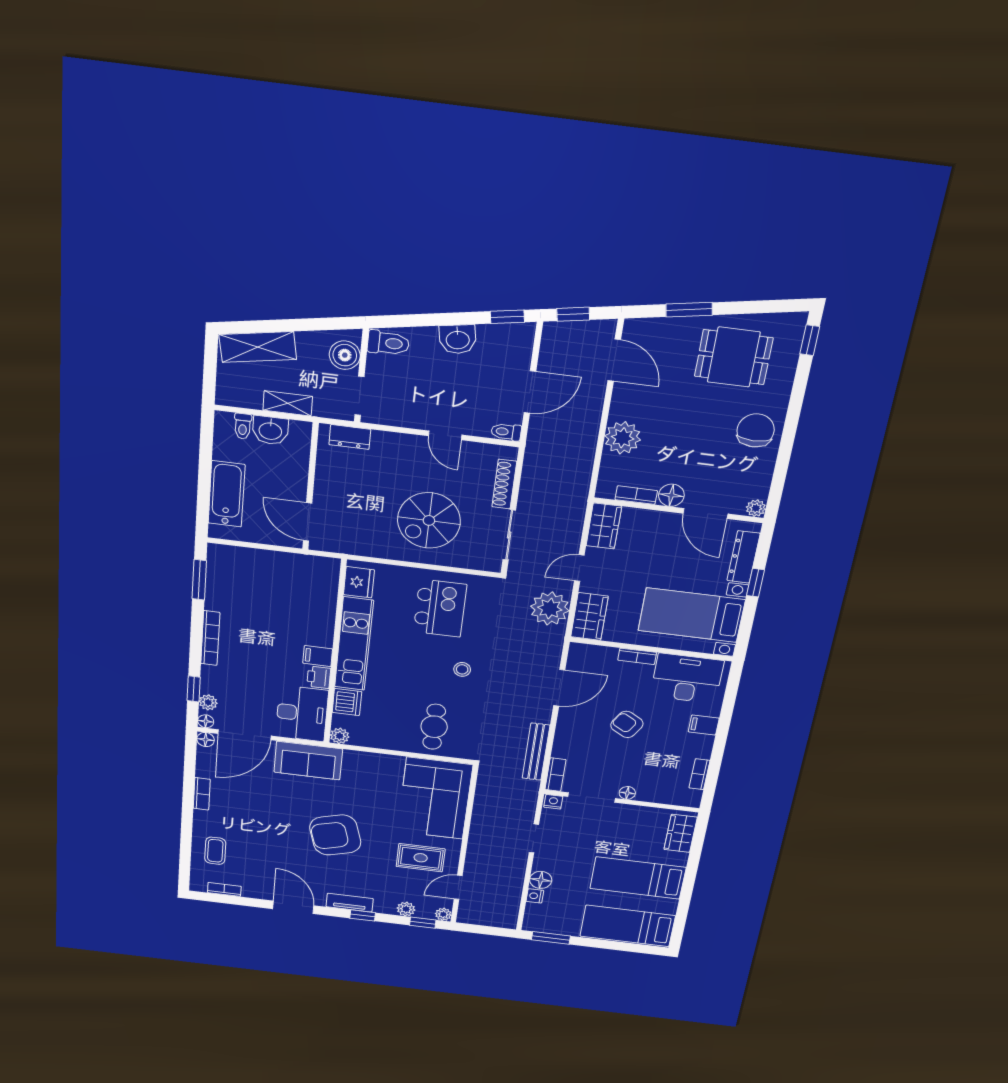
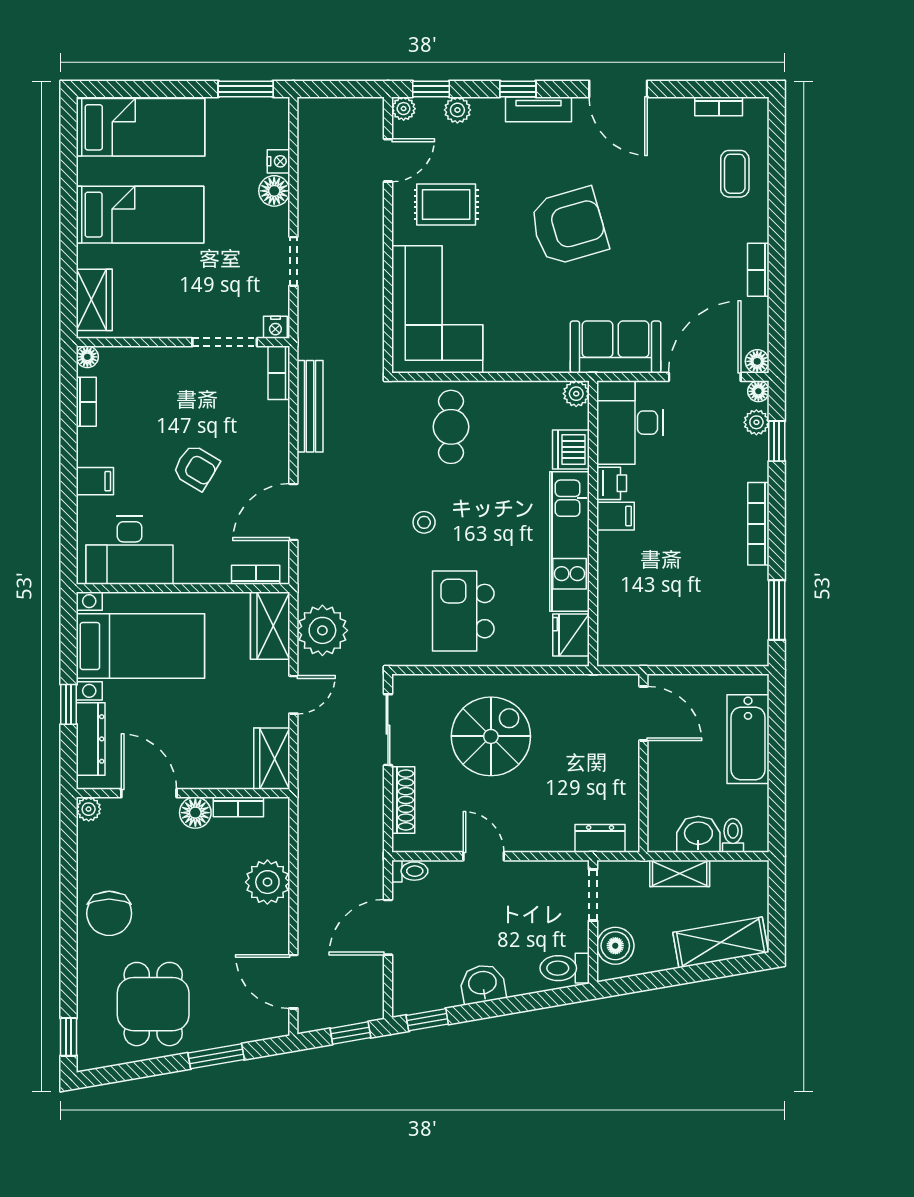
dining table: (734, 357) -> (153, 1004), turned 90
bookcase: (637, 656) -> (256, 575), moved
floor lamp: (627, 793) -> (87, 357), moved

